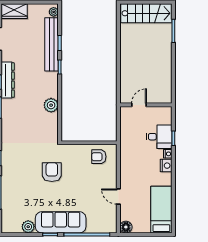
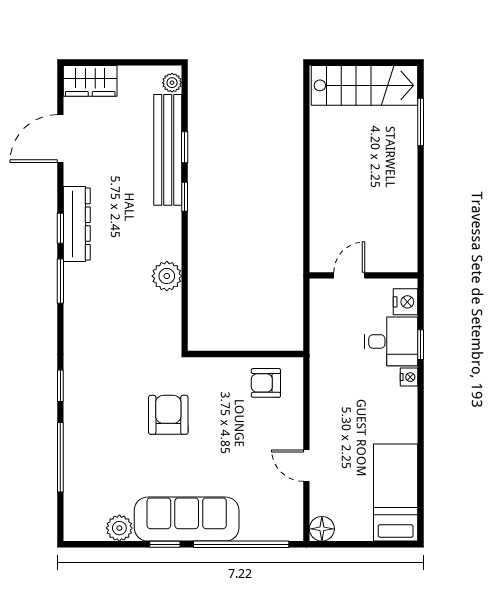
nightstand: (166, 166) -> (405, 302), moved

